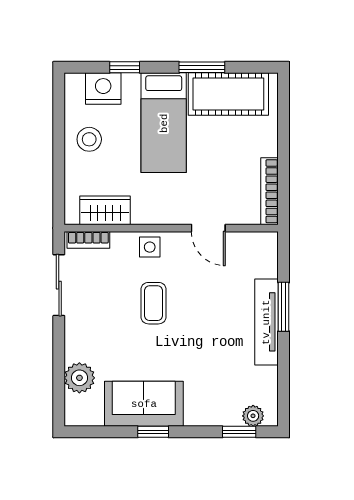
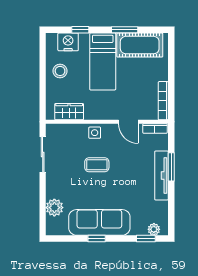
bookcase: (88, 240) -> (155, 128), moved
coffee table: (154, 303) -> (97, 165), turned 90
sofa: (144, 404) -> (99, 222), width x1.36

